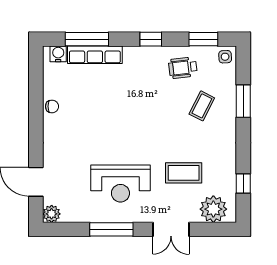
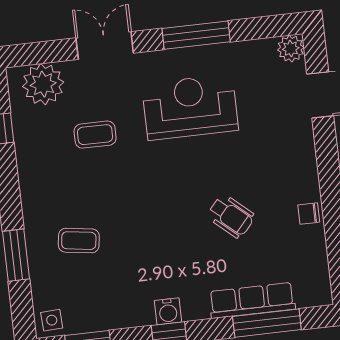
water cooler: (58, 54) -> (168, 311), moved
wheelchair: (183, 68) -> (231, 216), moved, turned 48
coffee table: (202, 106) -> (79, 241), turned 71
coffee table: (184, 173) -> (95, 135), width x0.73, depth x0.77

